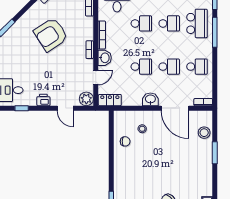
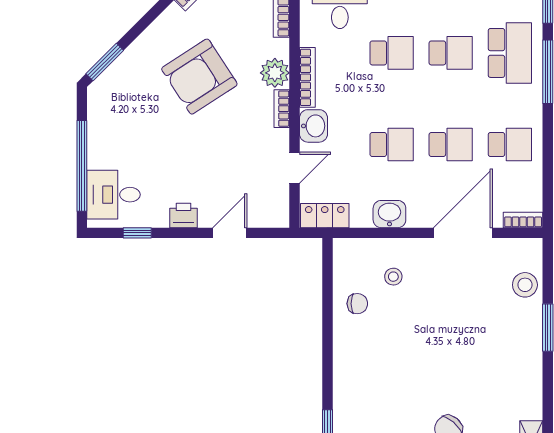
plant: (86, 99) -> (275, 73), moved
washbasin: (150, 99) -> (389, 214), moved
door: (65, 108) -> (230, 233), swing flipped
door: (175, 108) -> (463, 233), swing flipped

